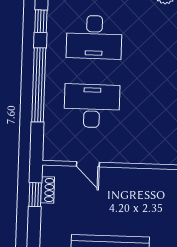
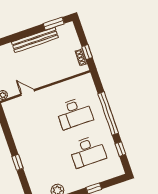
desk: (94, 37) -> (88, 151), turned 180
door: (88, 164) -> (28, 93), moved

